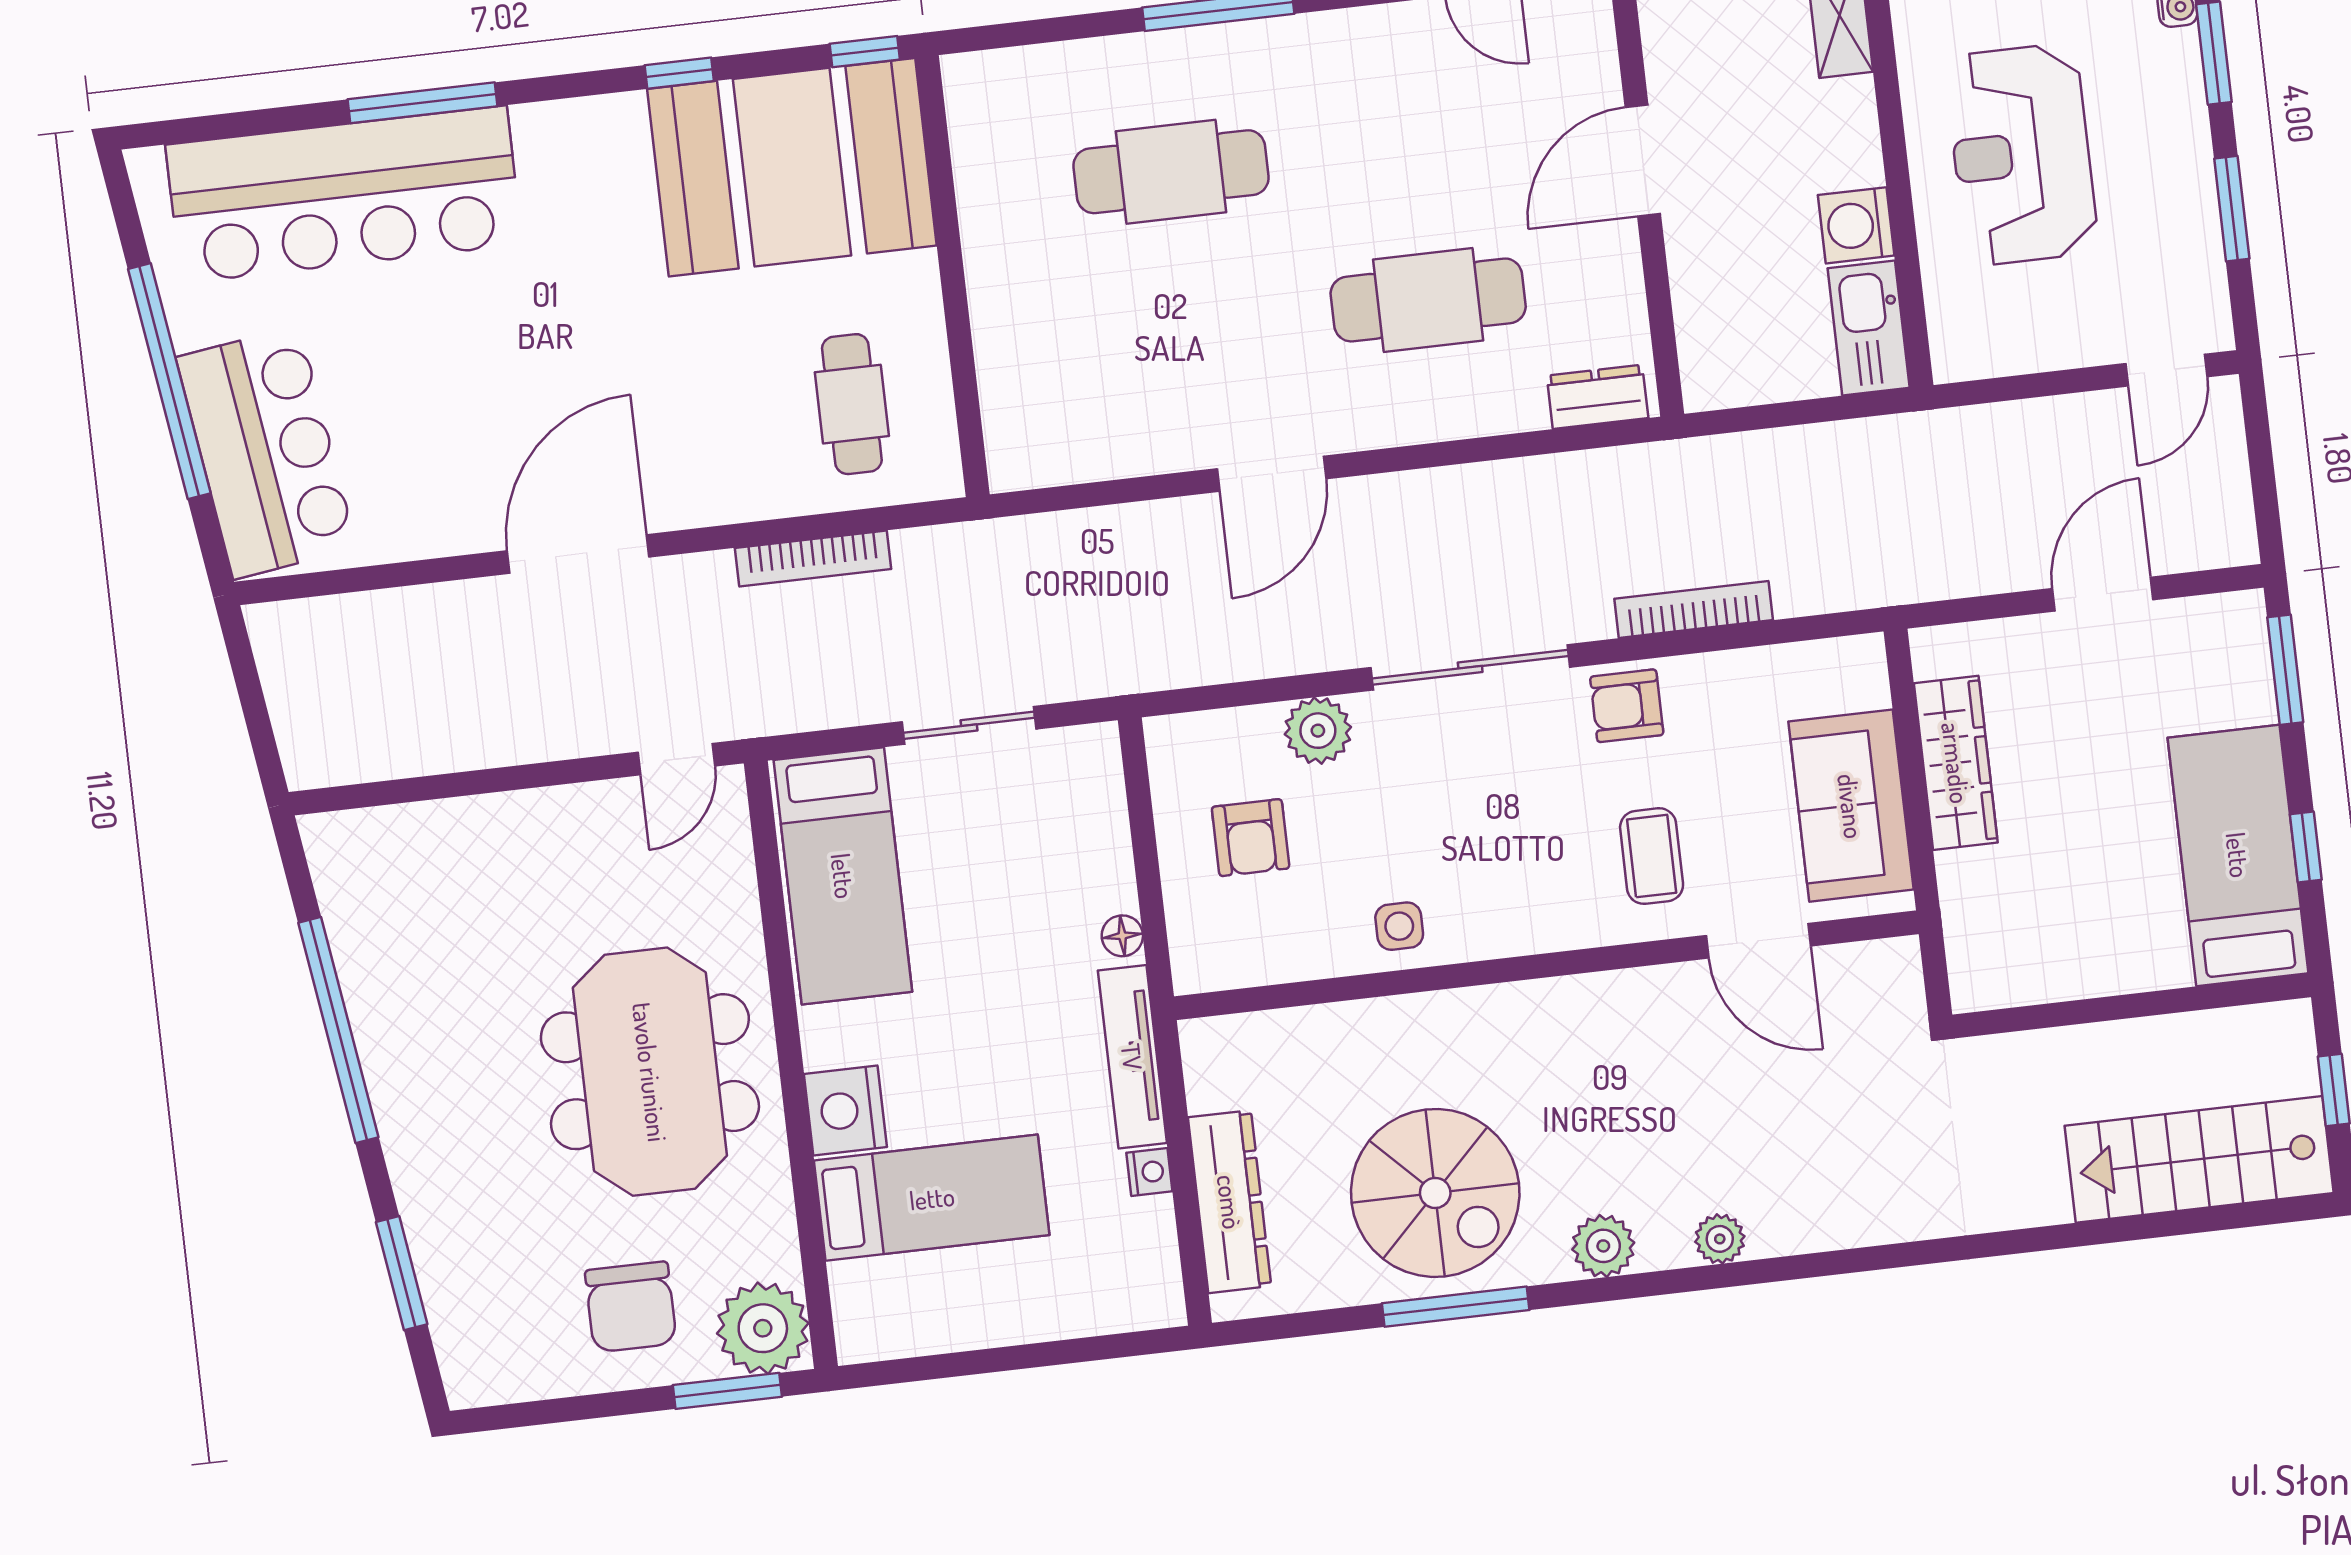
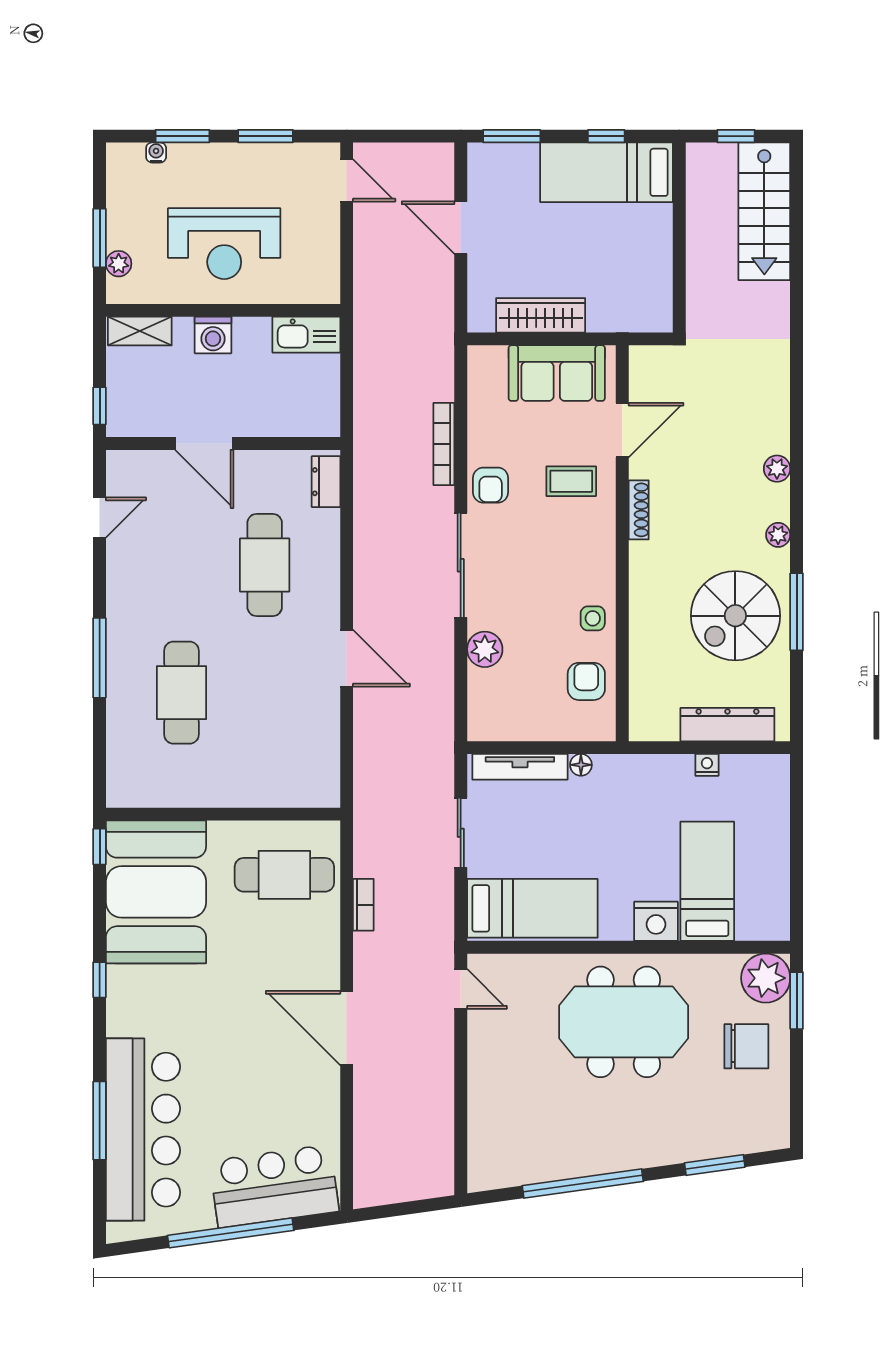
window: (679, 73) -> (100, 980), moved
window: (422, 103) -> (100, 1121), moved
washing machine: (1856, 225) -> (213, 335), moved
cafe table: (852, 404) -> (284, 875), width x1.37, depth x1.35
bookcase: (813, 558) -> (363, 905), width x0.64
armchair: (1251, 838) -> (586, 681), moved, turned -90
shoe rack: (1612, 989) -> (639, 510), added
tv unit: (1132, 1057) -> (520, 767), moved
spiral stairs: (1435, 1193) -> (735, 616), turned 180
plant: (1603, 1246) -> (778, 535), width x0.73, depth x0.73

